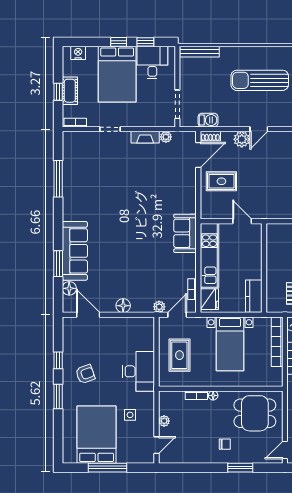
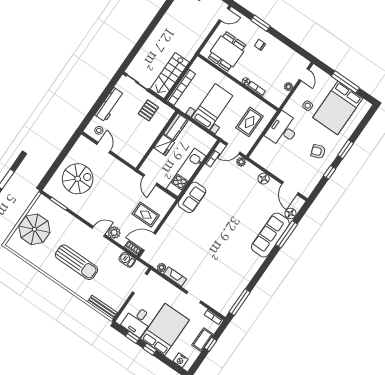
window: (58, 179) -> (240, 302), moved
window: (58, 264) -> (287, 234), width x1.44
fridge: (209, 299) -> (164, 145), moved, turned 180
dining table: (255, 413) -> (227, 51), turned 90
door: (156, 445) -> (304, 75), swing flipped

